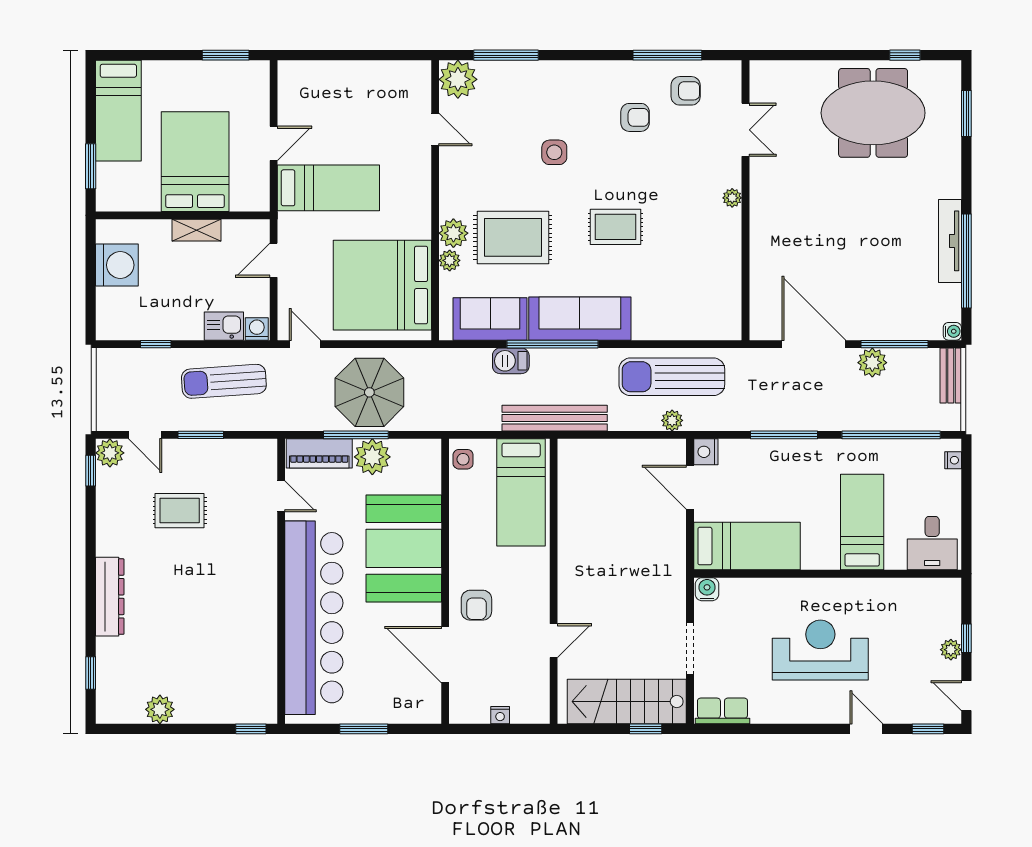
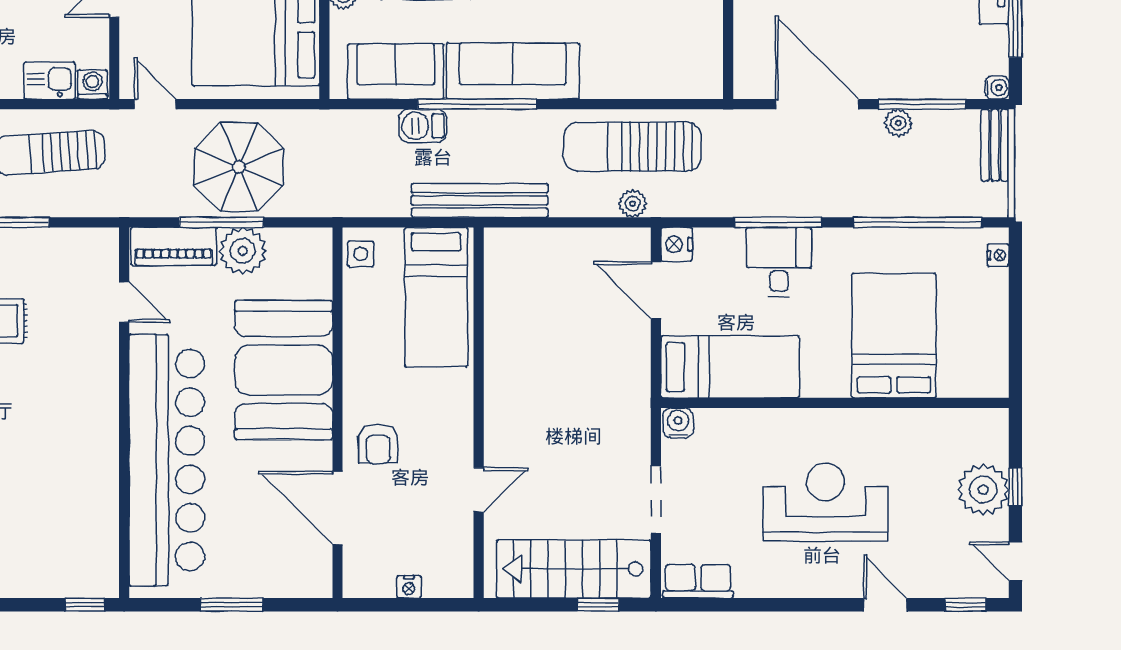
plant: (872, 363) -> (898, 123), width x0.73, depth x0.73
bed: (862, 522) -> (894, 336), width x1.50
desk: (932, 543) -> (779, 262), moved, turned 180
plant: (951, 650) -> (983, 490), width x1.88, depth x1.88

